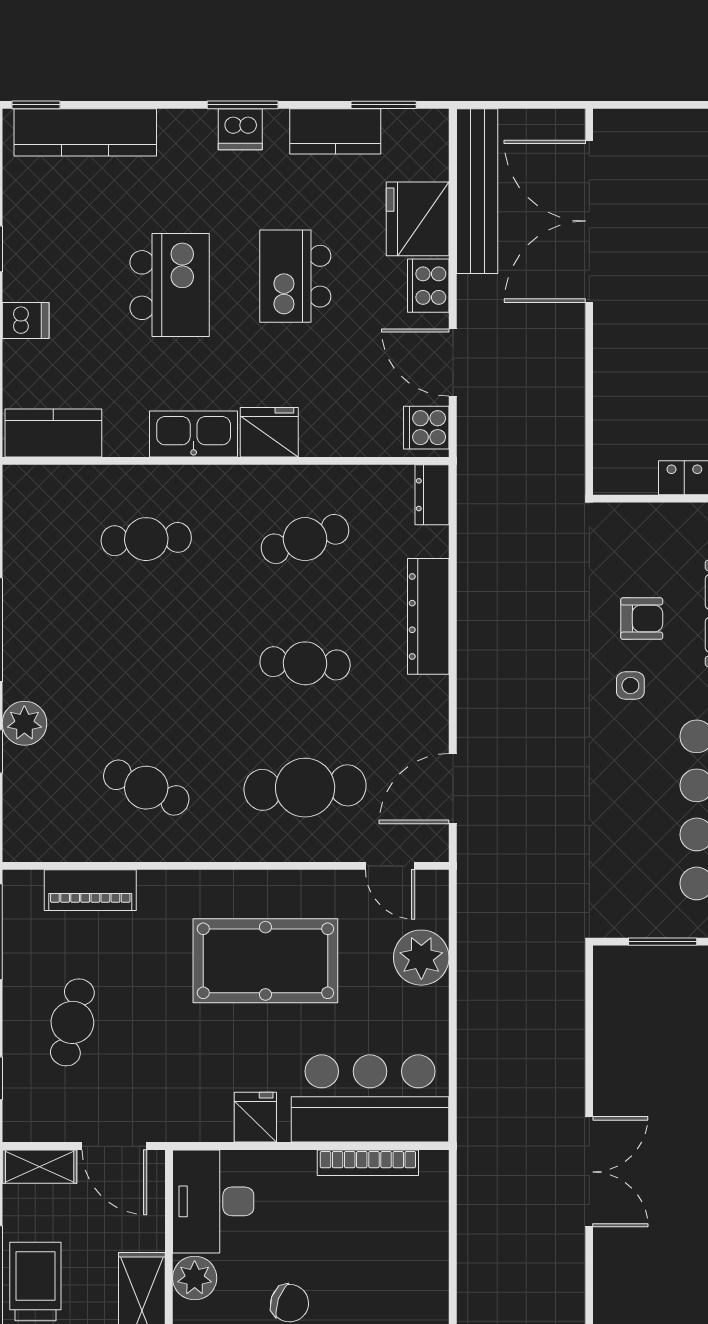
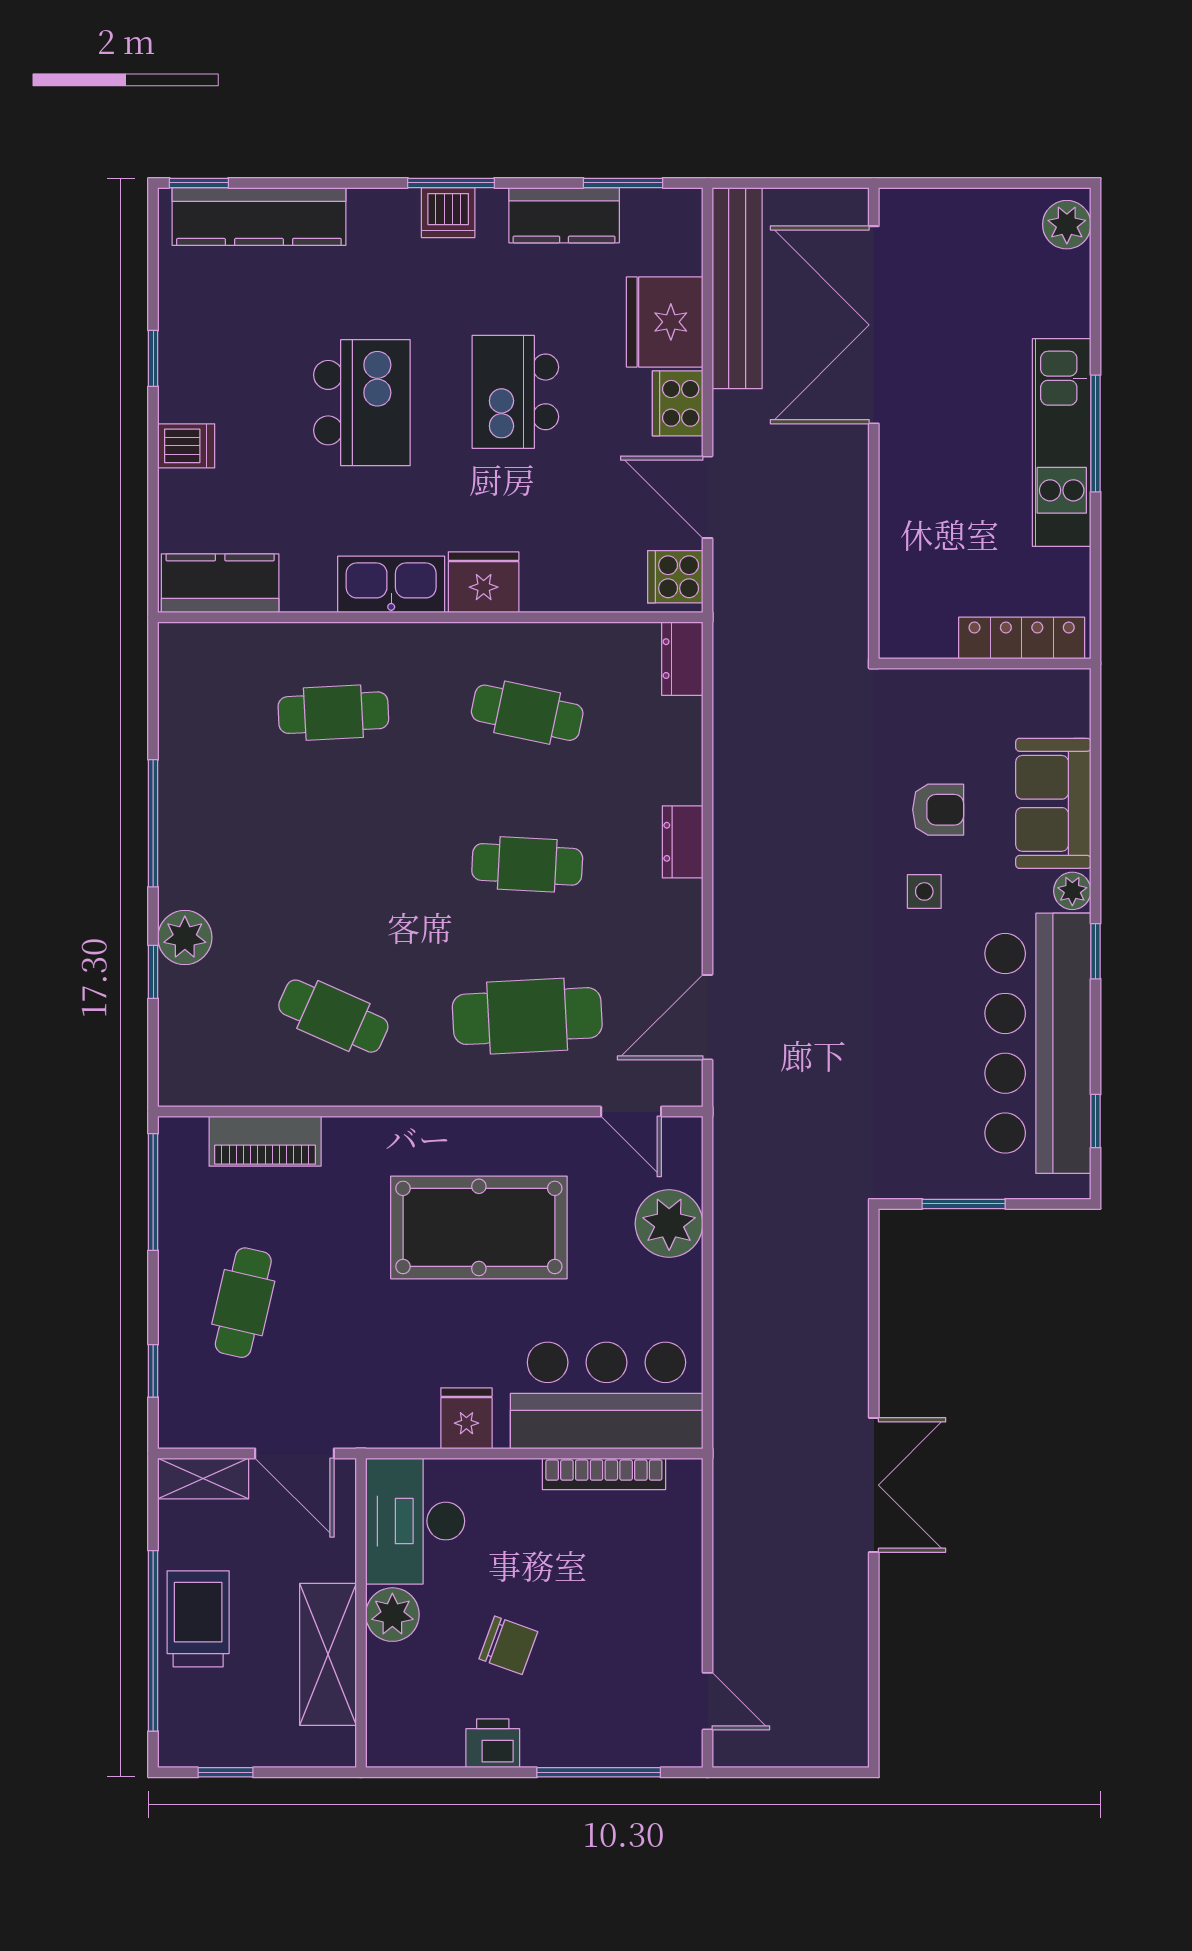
cafe table: (305, 539) -> (527, 713), turned 30
dresser: (428, 616) -> (683, 842), width x0.51, depth x0.80

